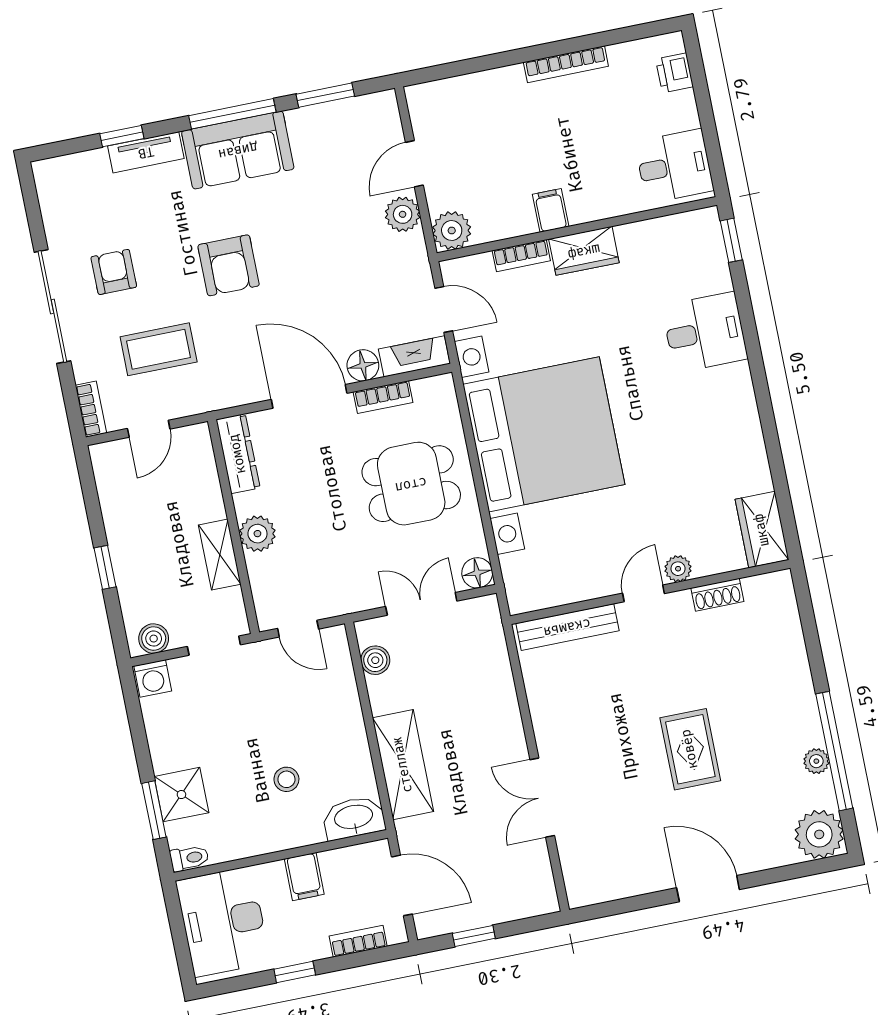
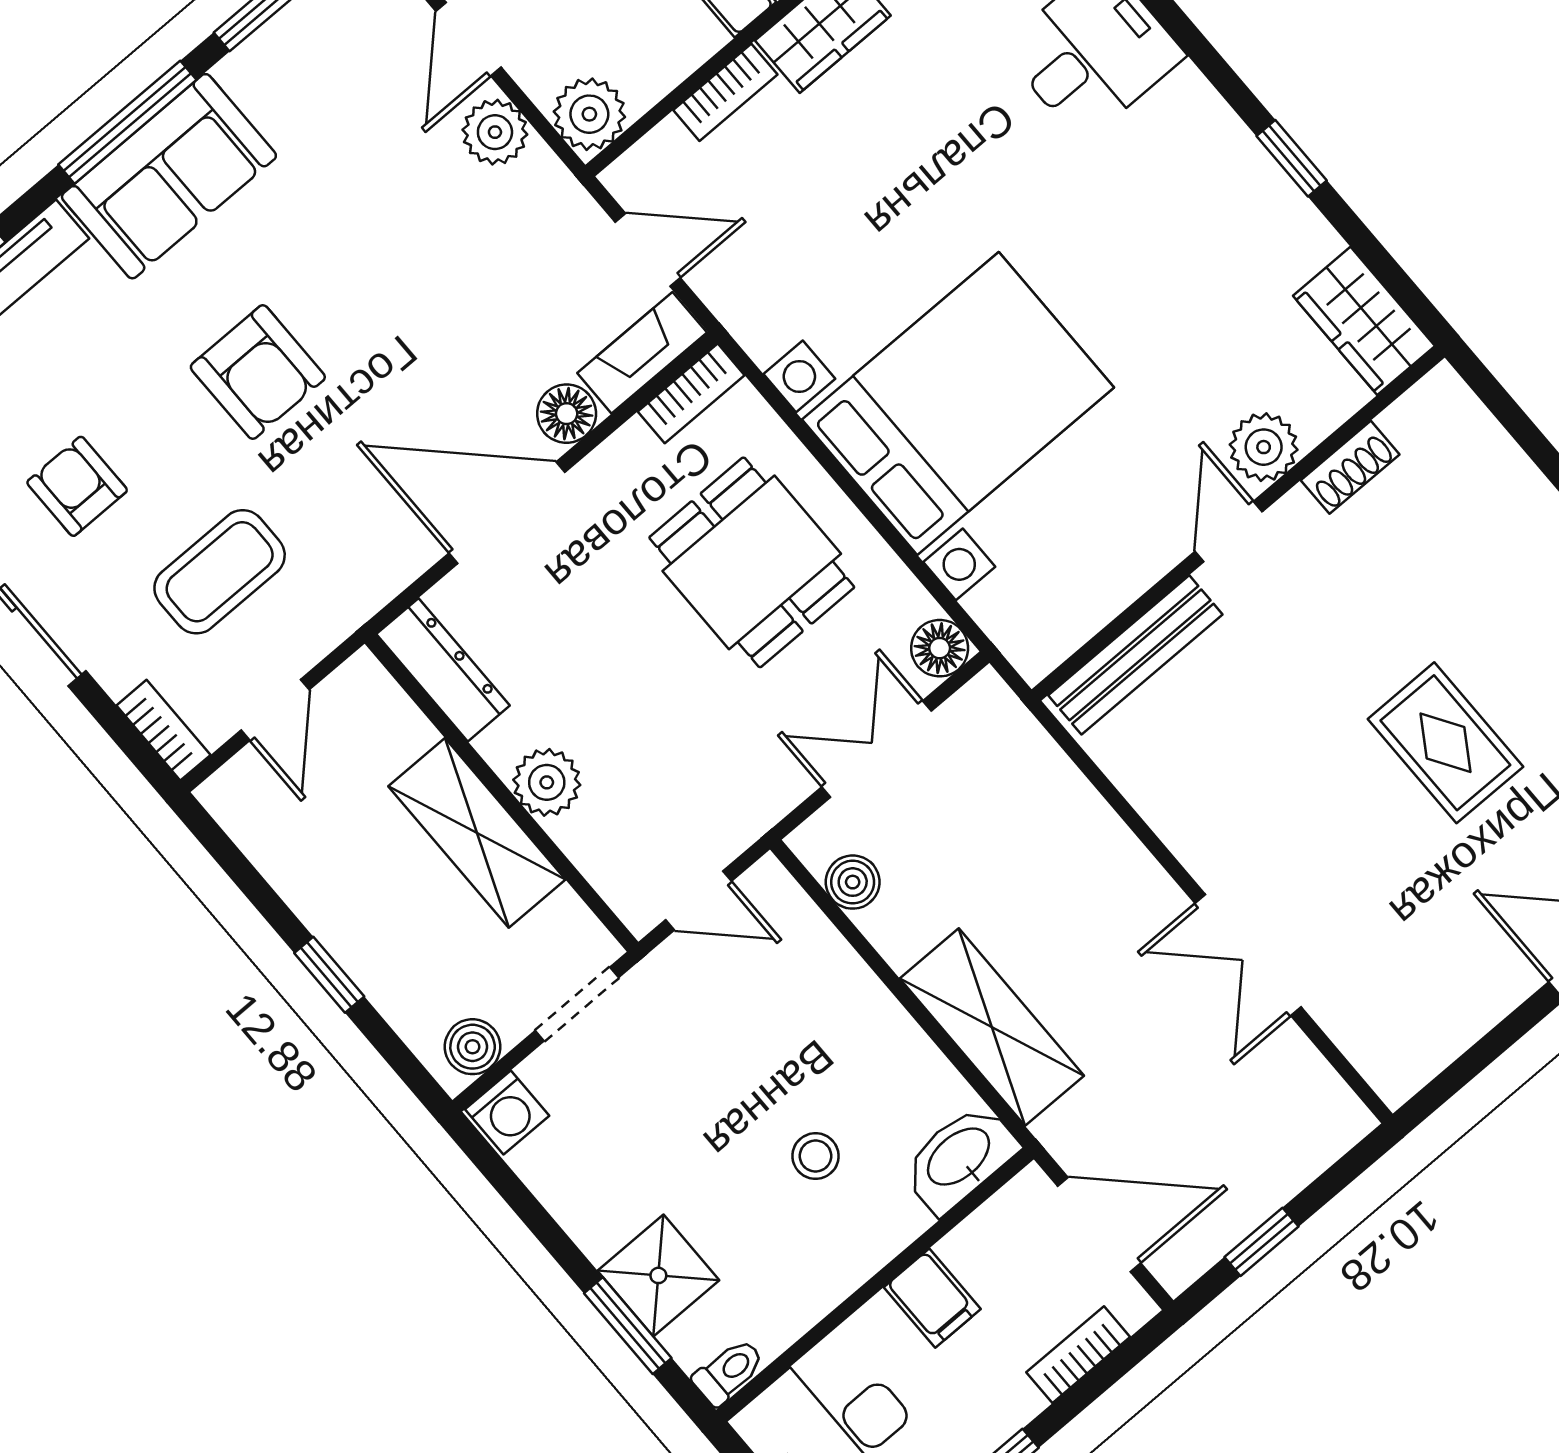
bookcase: (383, 397) -> (691, 393), moved
bed with nightstands: (544, 434) -> (958, 403), width x0.73
window: (770, 434) -> (1292, 158), added
dining table: (411, 484) -> (752, 562), turned 90
shelving: (220, 555) -> (477, 833), width x1.50, depth x1.33
plant: (678, 569) -> (1264, 447), width x1.38, depth x1.38

